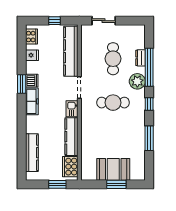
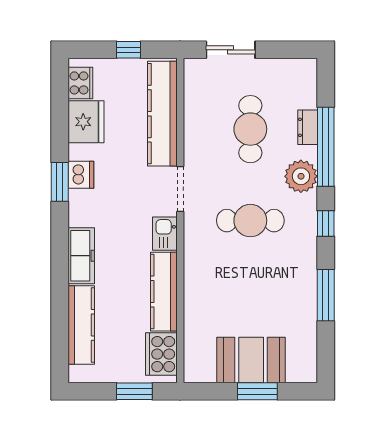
fridge: (32, 55) -> (86, 122), width x1.88, depth x1.34
freezer: (32, 101) -> (81, 256), moved

